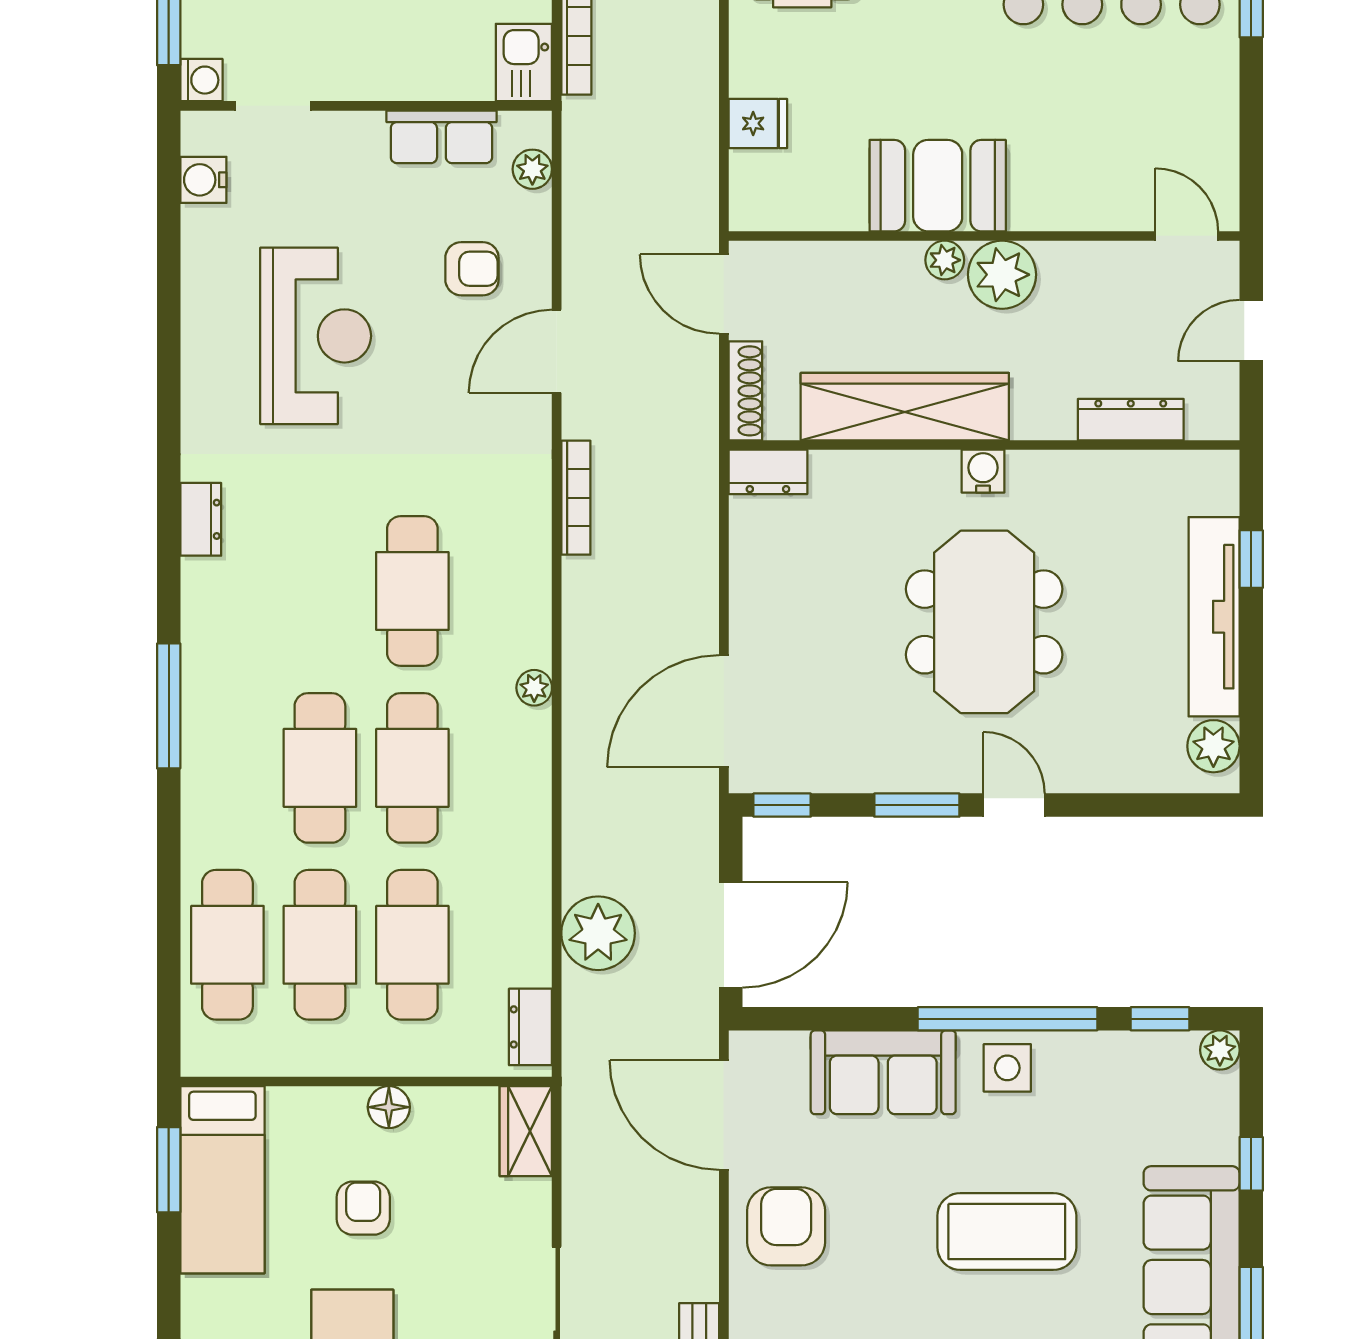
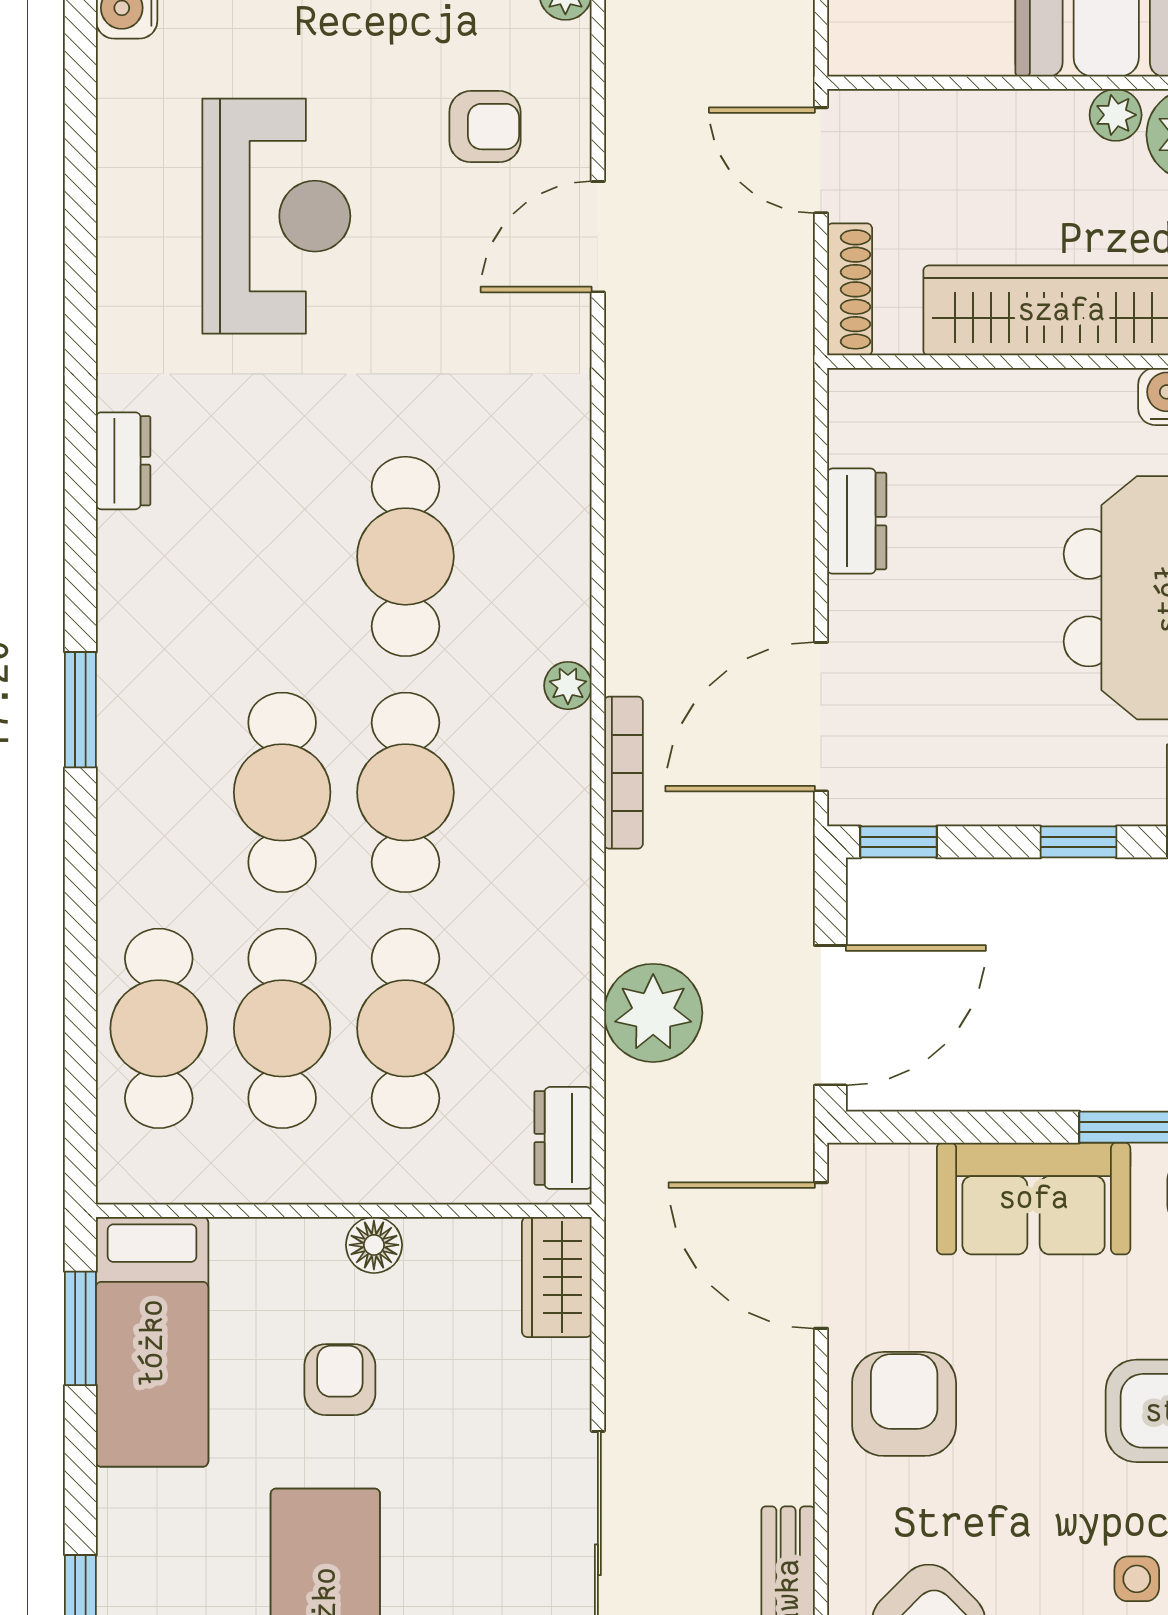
dresser: (768, 472) -> (857, 521), moved, turned -90
bookcase: (576, 498) -> (624, 773), moved
window: (169, 706) -> (80, 710), width x0.69
window: (917, 805) -> (1078, 842), width x0.67

